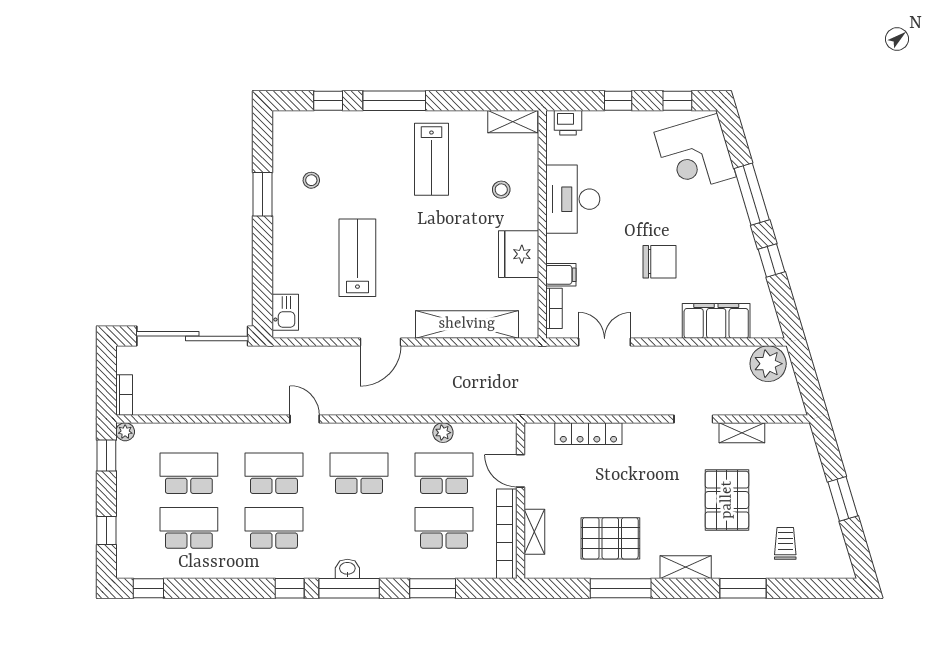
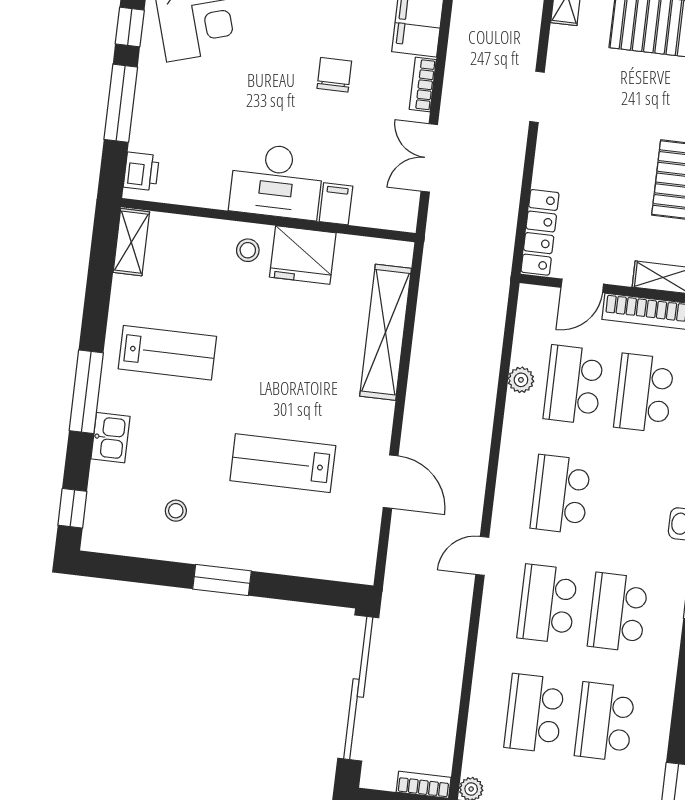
window: (328, 101) -> (72, 508), moved
window: (618, 101) -> (121, 103), width x2.17
stool: (501, 190) -> (248, 250), moved
window: (262, 194) -> (222, 580), moved
desk: (573, 199) -> (276, 181), moved
chair: (660, 262) -> (334, 75), width x0.73, depth x0.73
bookcase: (554, 308) -> (423, 84), moved, turned -90
kitchen sink: (285, 312) -> (110, 438), moved, turned 90
door: (380, 342) -> (391, 482), moved
doorway: (693, 419) -> (537, 97), moved
locker: (588, 434) -> (540, 232), moved

